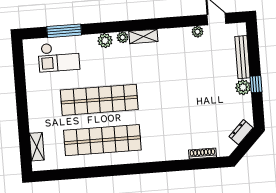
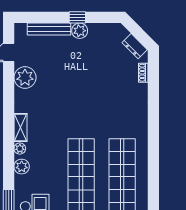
plant: (198, 32) -> (25, 78), width x1.87, depth x1.87
dresser: (241, 132) -> (135, 46), moved
shoe rack: (202, 153) -> (143, 73), width x0.70

